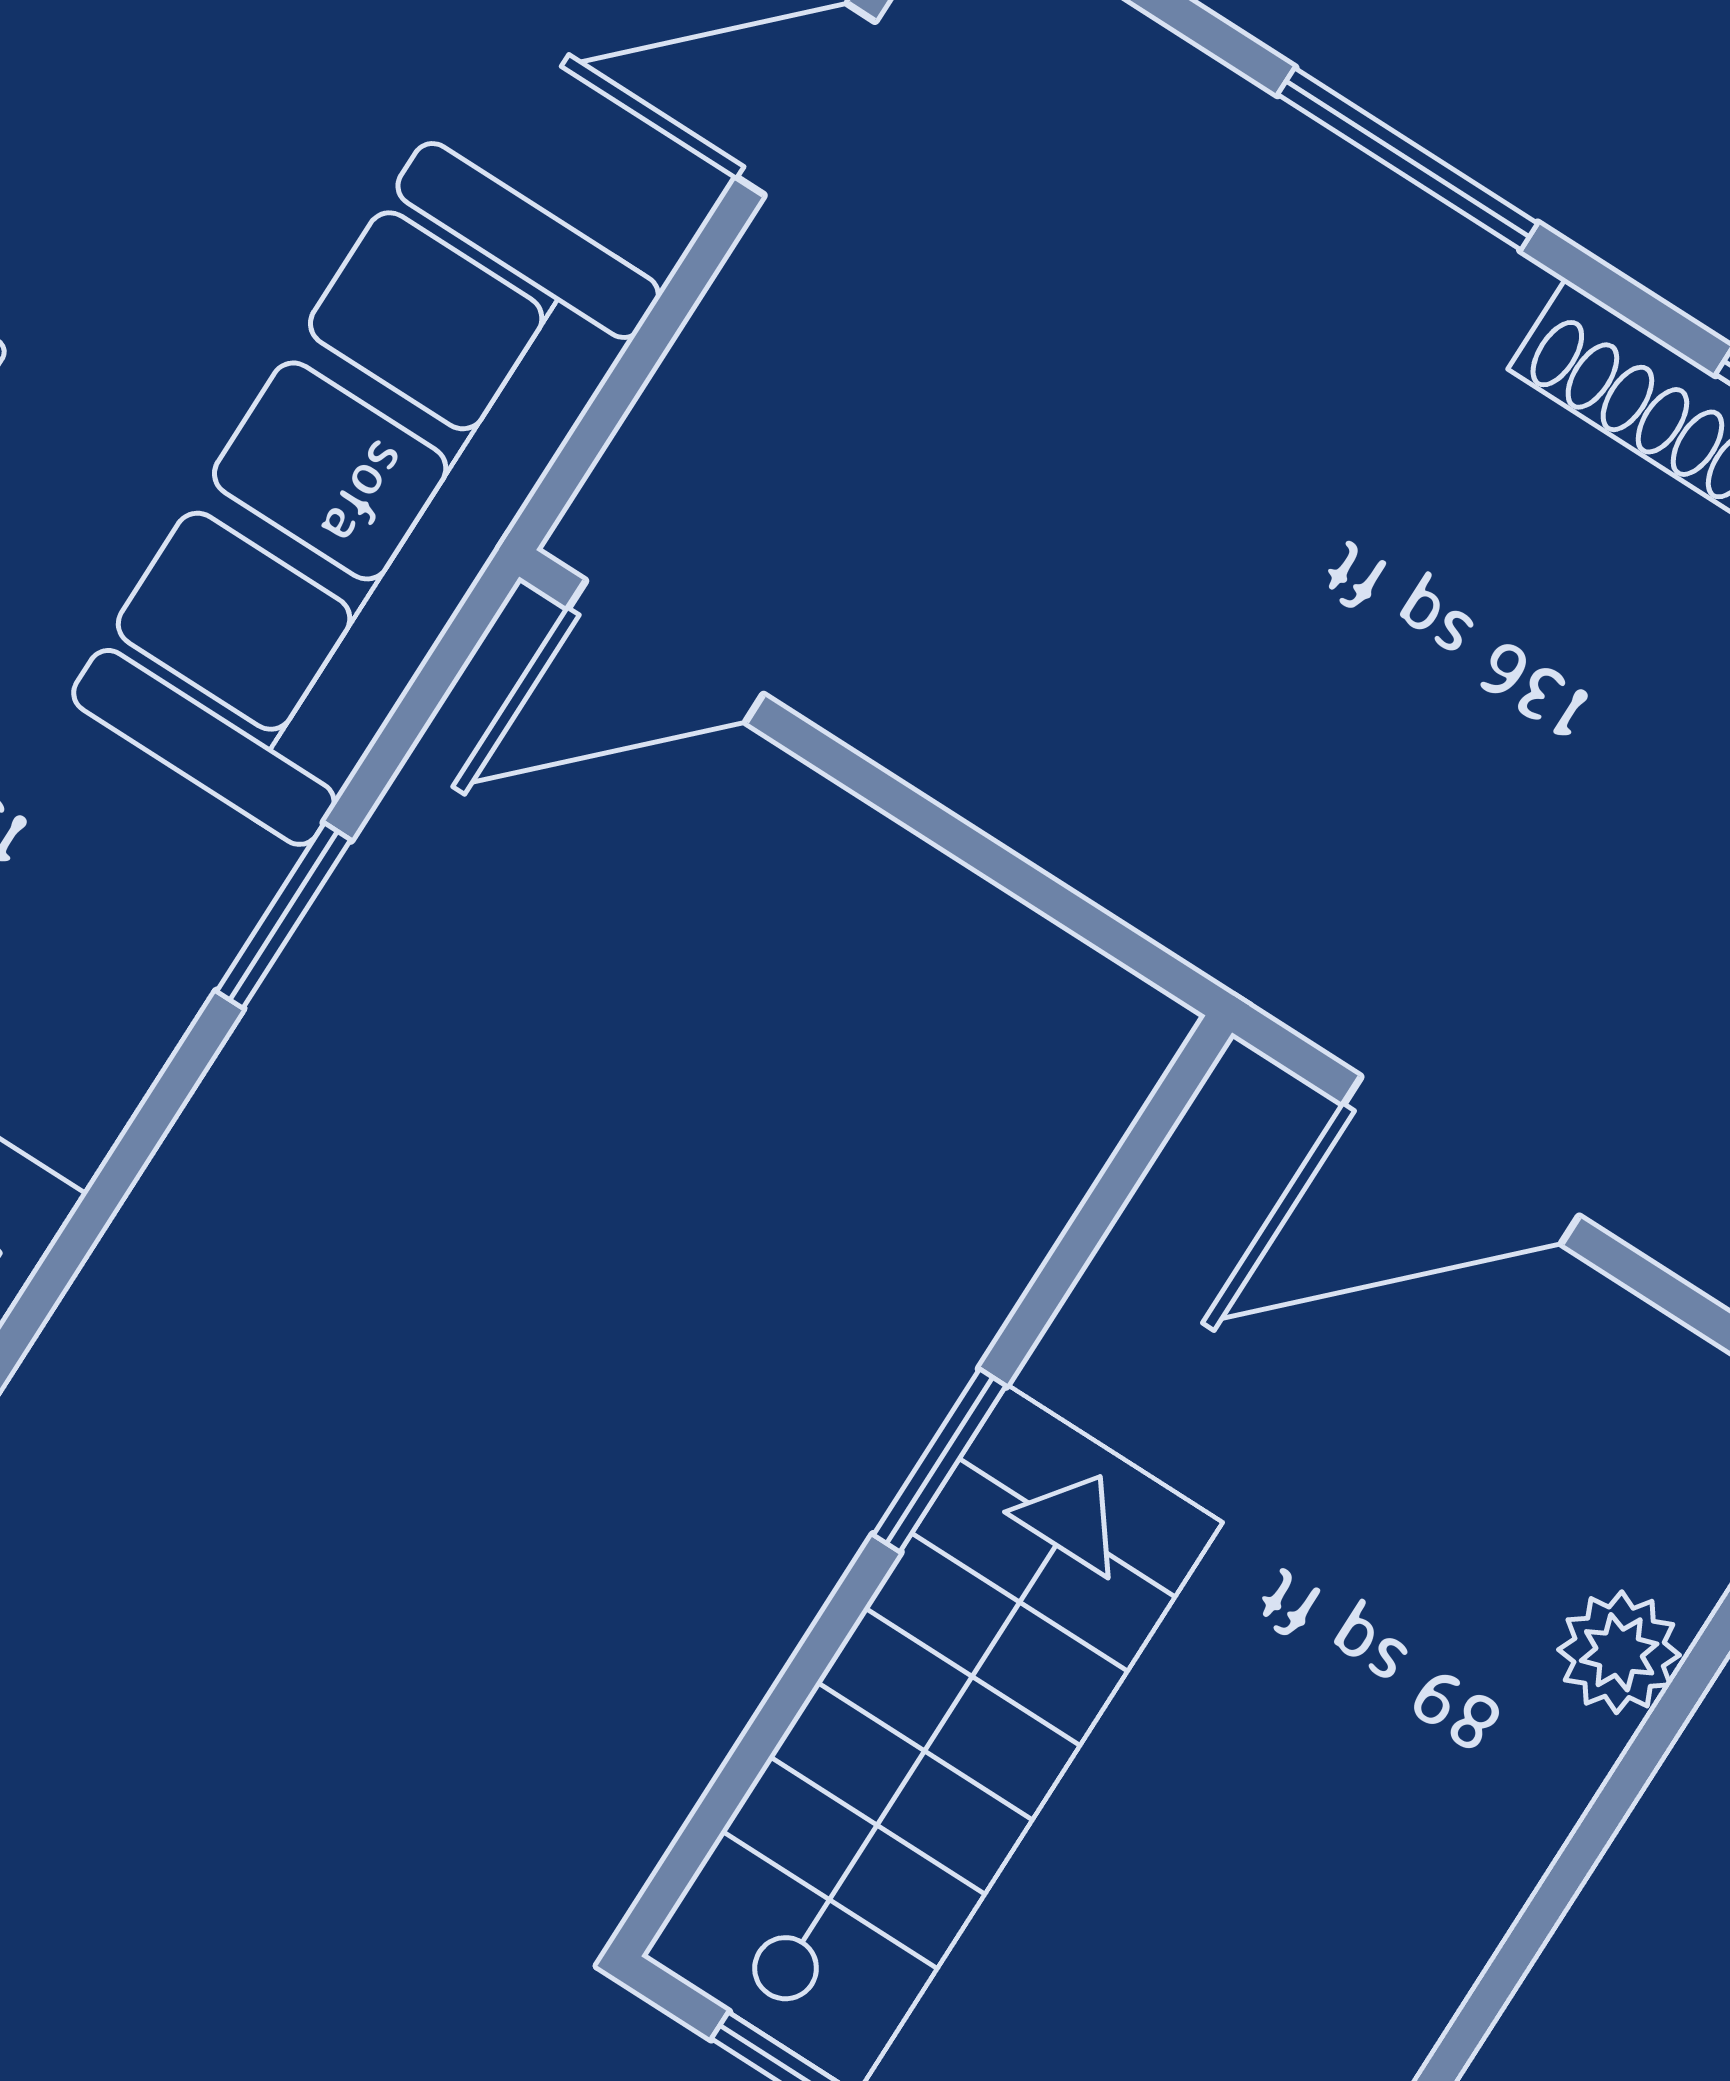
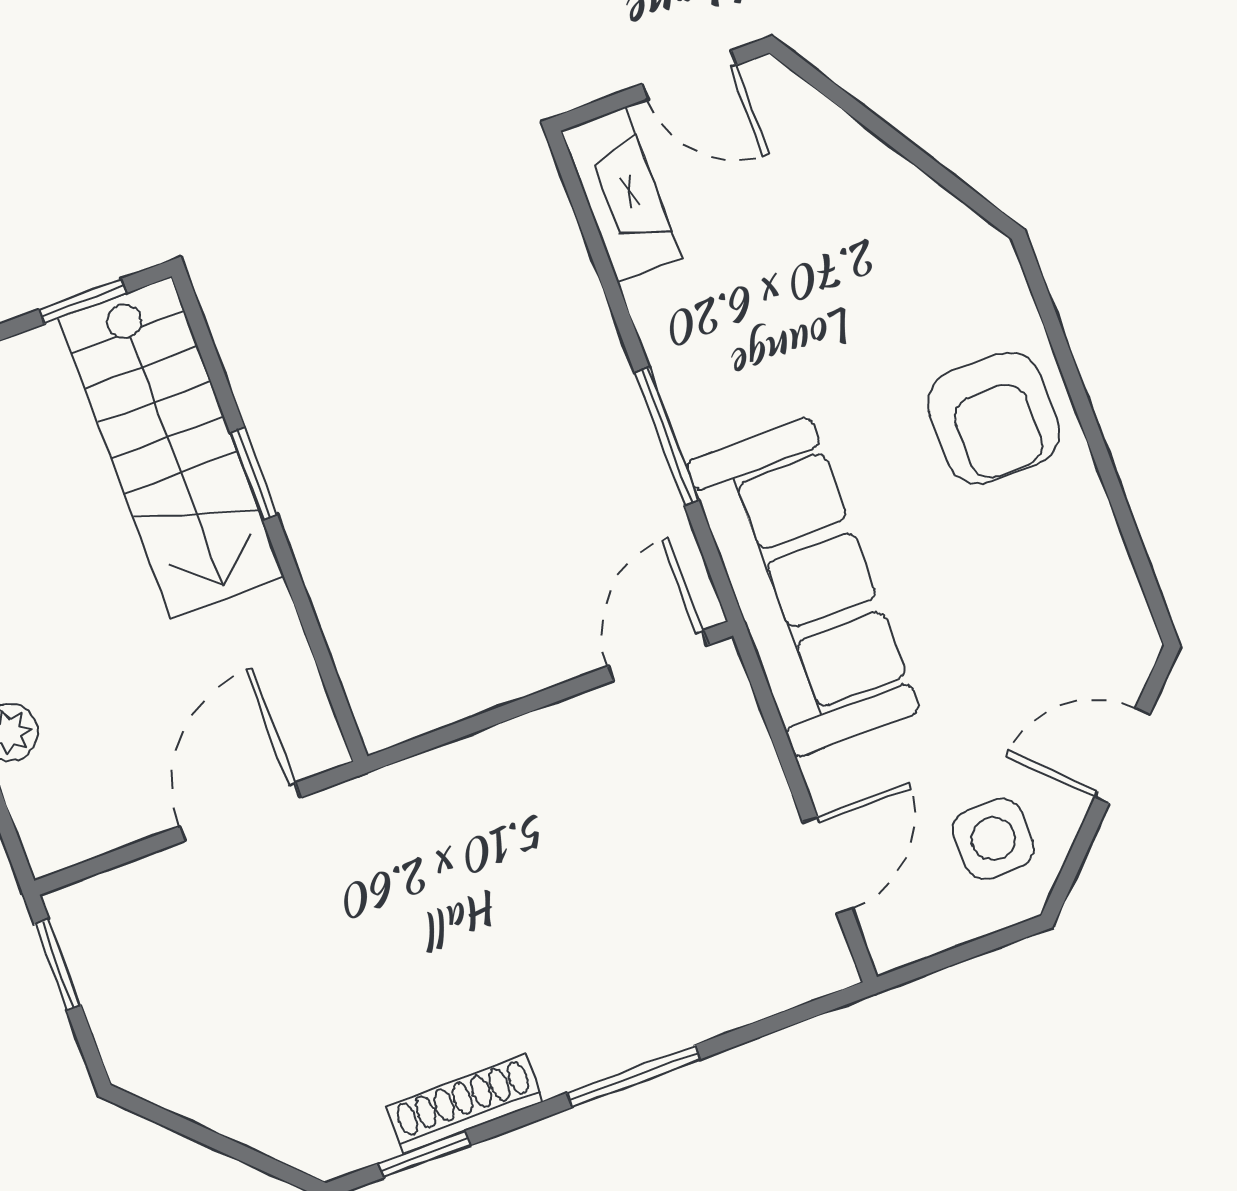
window: (284, 916) -> (667, 436), width x1.50
window: (940, 1460) -> (254, 474), moved

